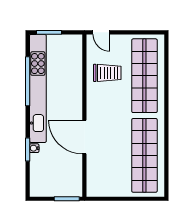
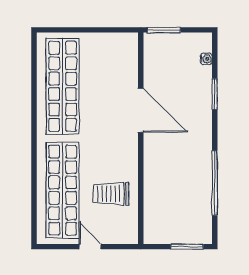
door: (101, 32) -> (90, 247), moved
kitchen unit: (38, 88) -> (201, 174), removed
water cooler: (34, 148) -> (206, 59), moved

